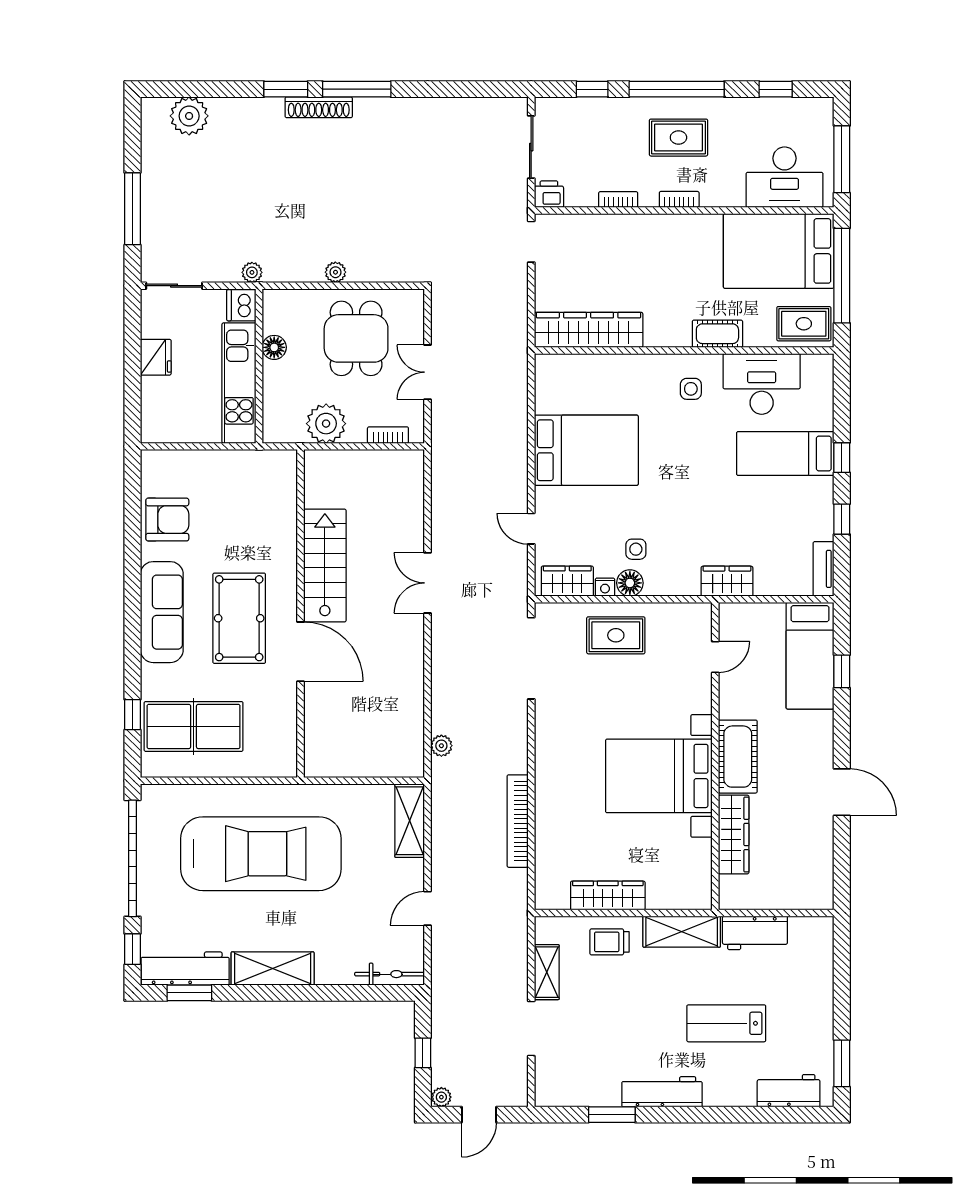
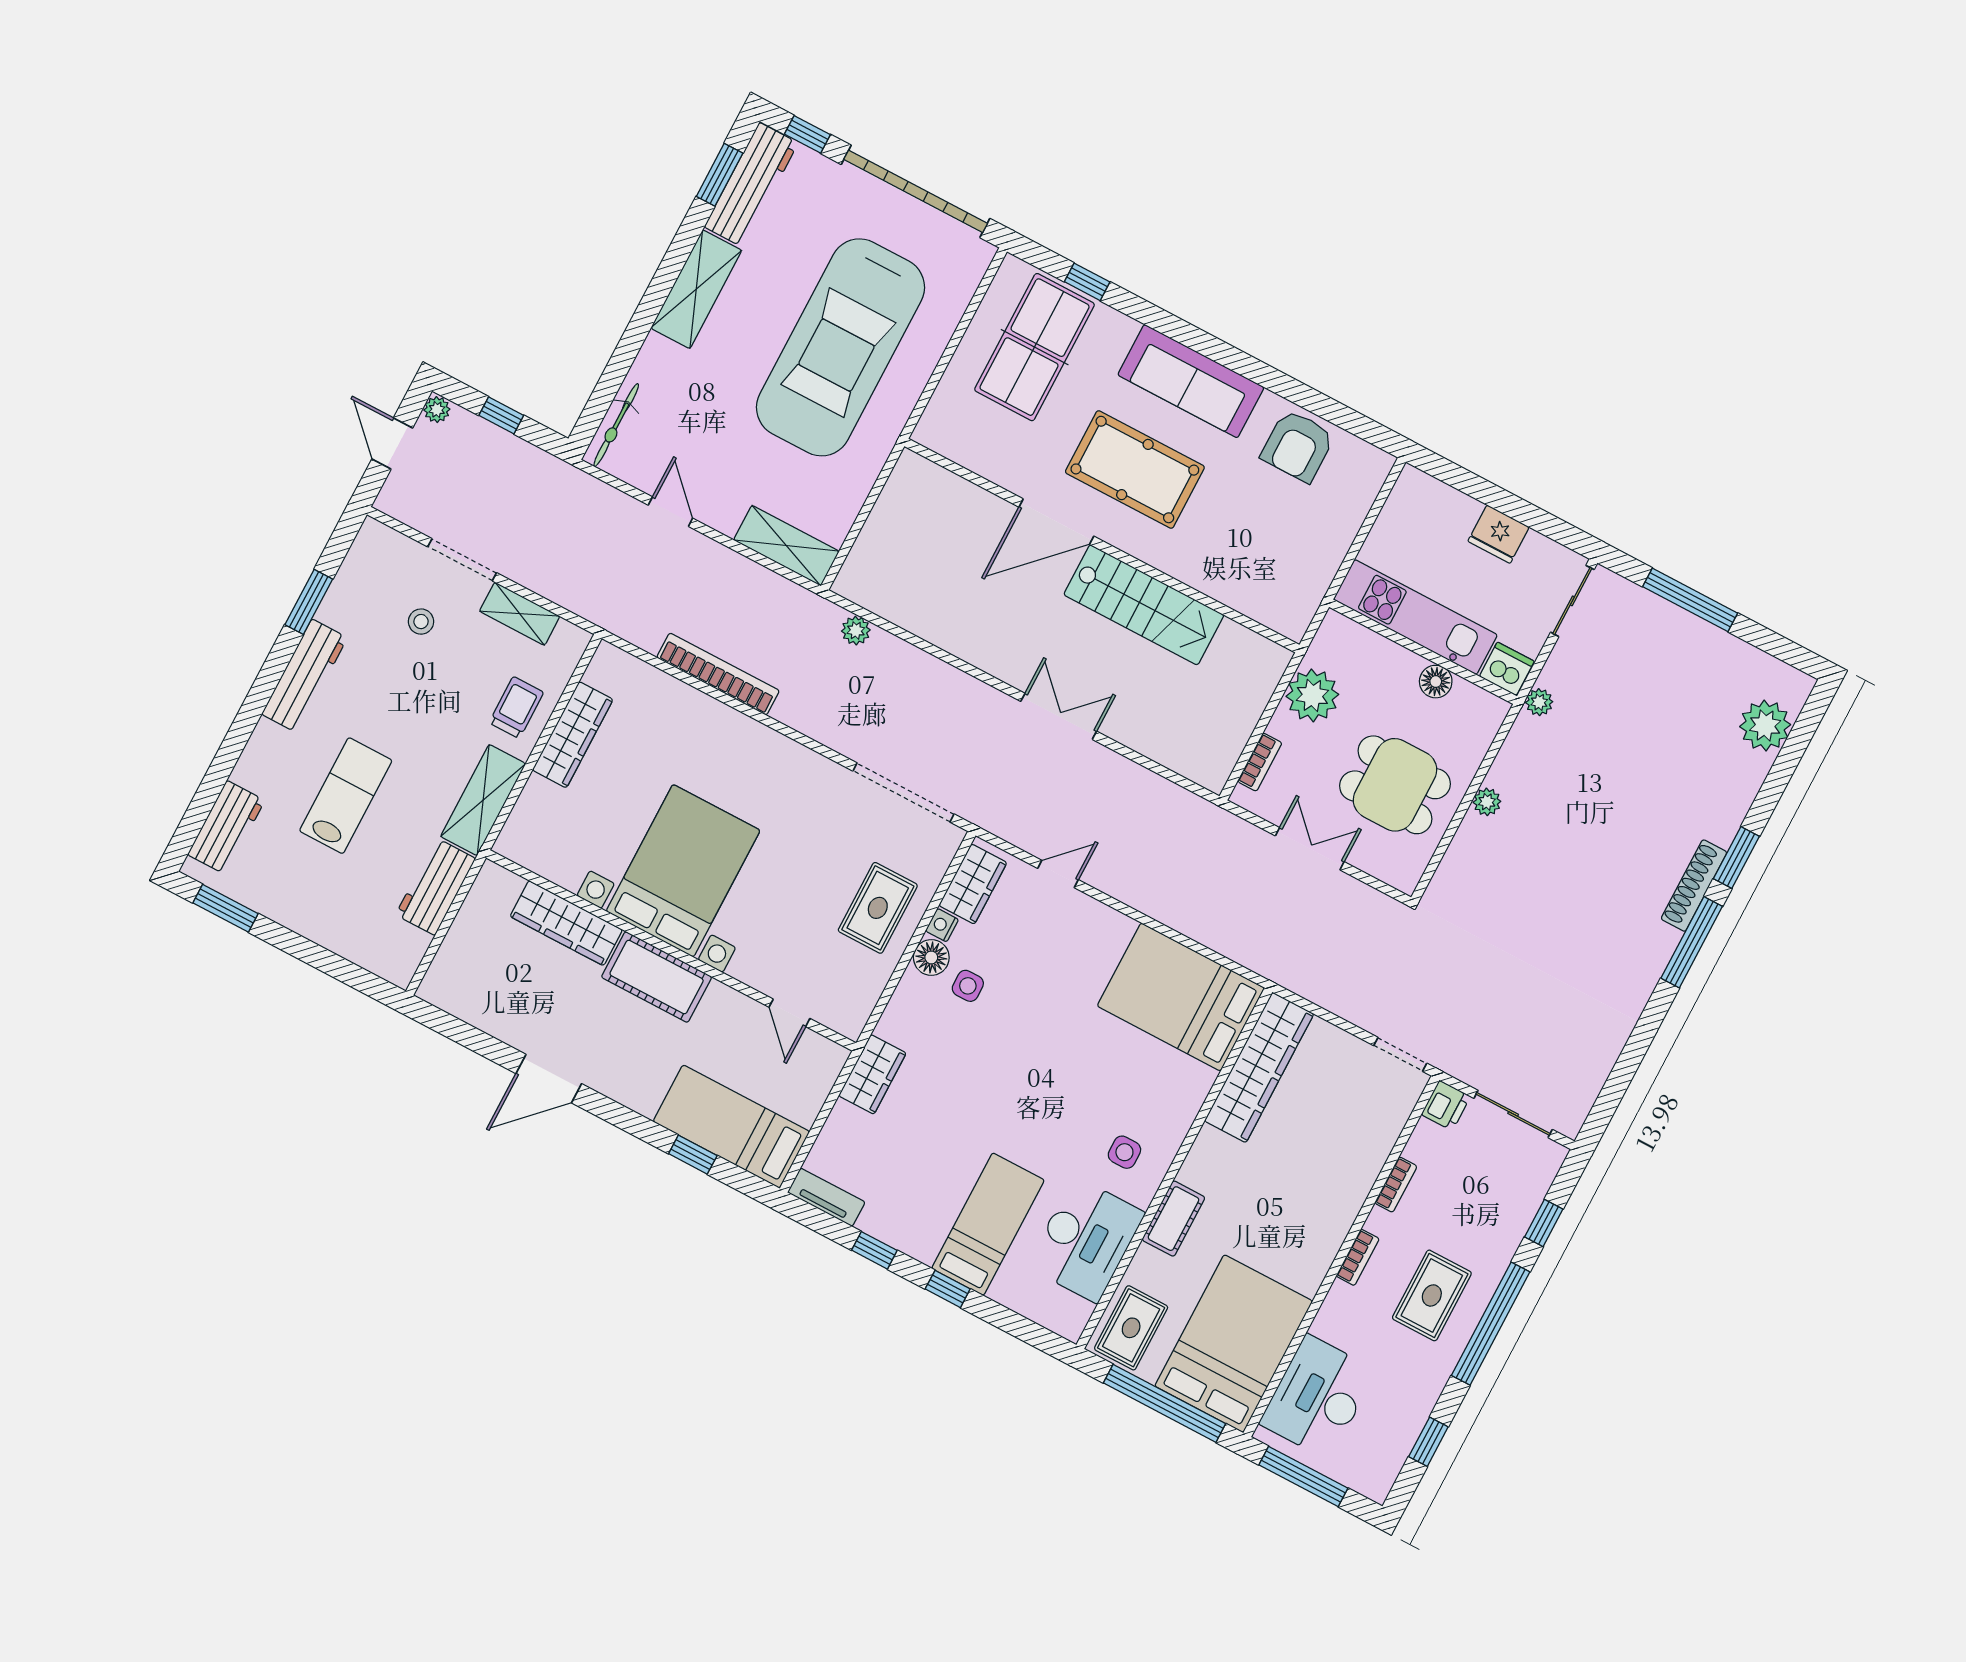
bed: (586, 450) -> (1181, 997), moved, turned 90
stool: (586, 1034) -> (421, 622), added

